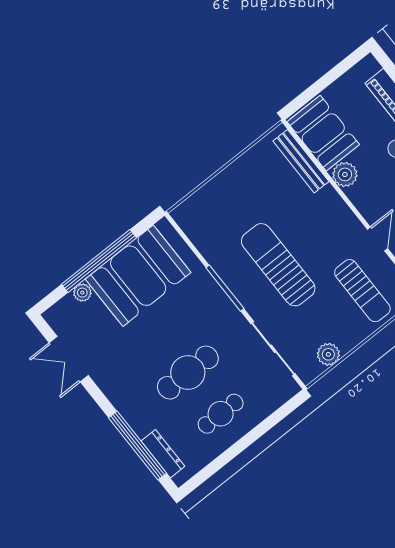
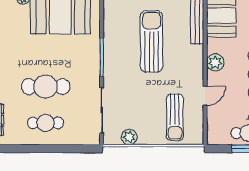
plant: (345, 174) -> (215, 62), moved
sun lounger: (278, 265) -> (151, 41), moved

